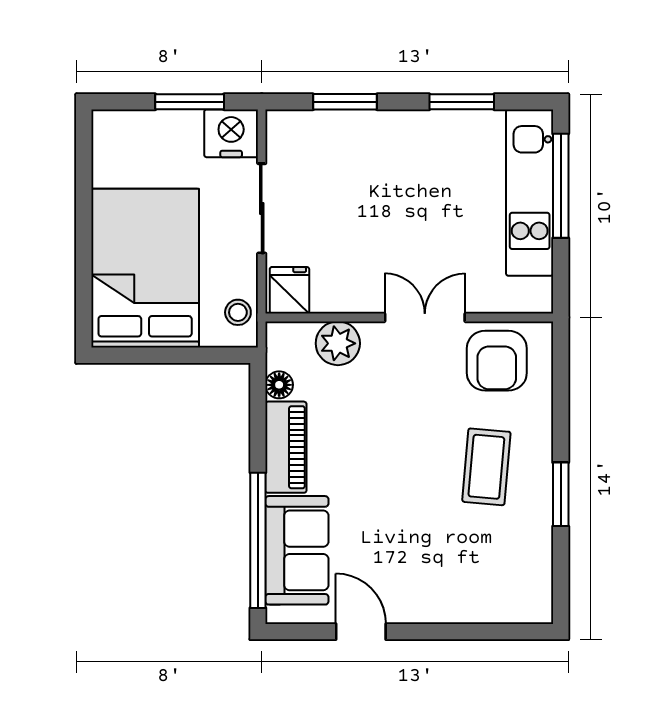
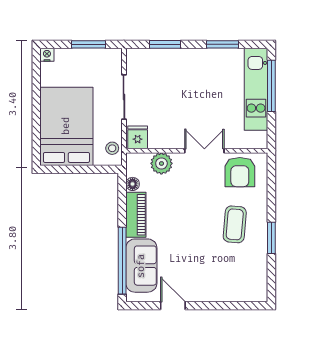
nightstand: (231, 133) -> (47, 55), moved, width x0.53, depth x0.56

